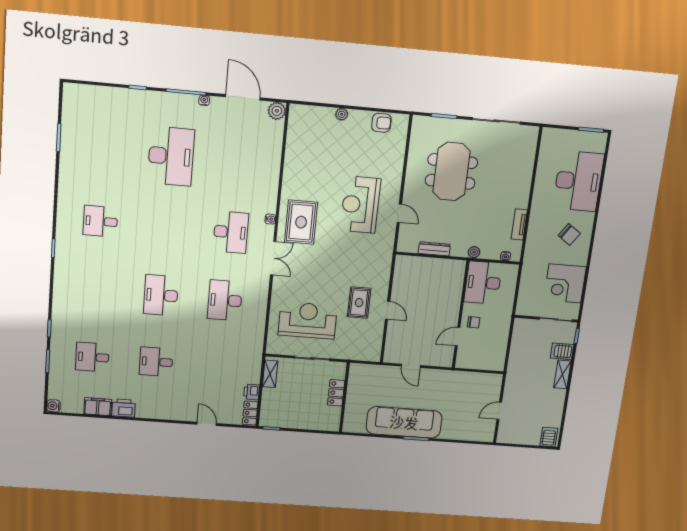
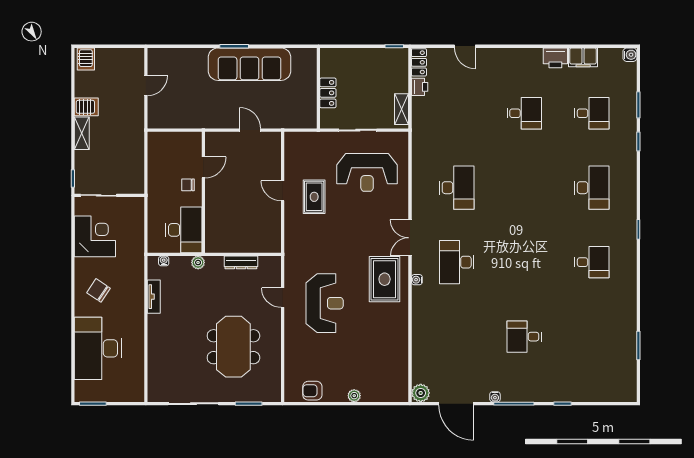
desk: (171, 156) -> (524, 337), width x0.53, depth x0.77
desk: (161, 295) -> (592, 188), moved
server rack: (562, 351) -> (86, 107), moved

